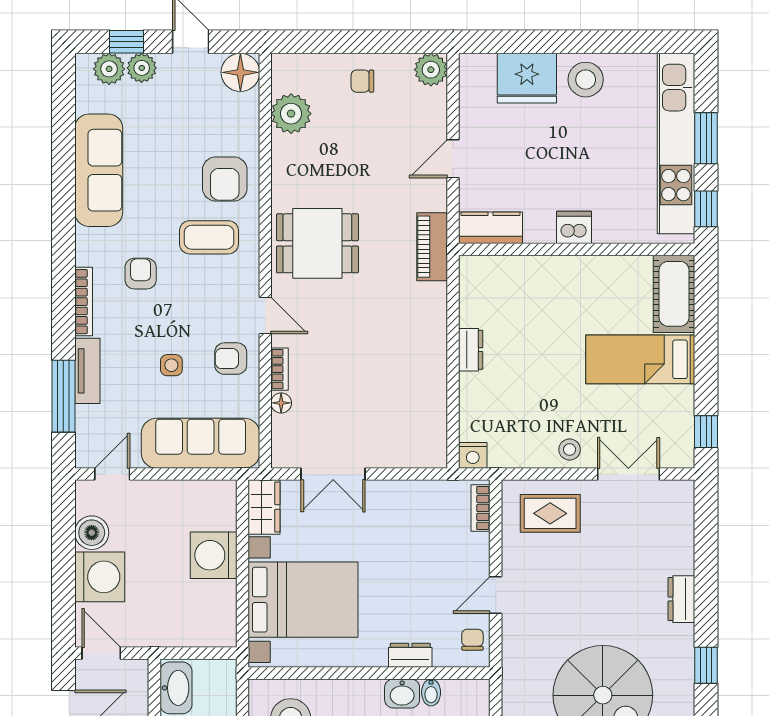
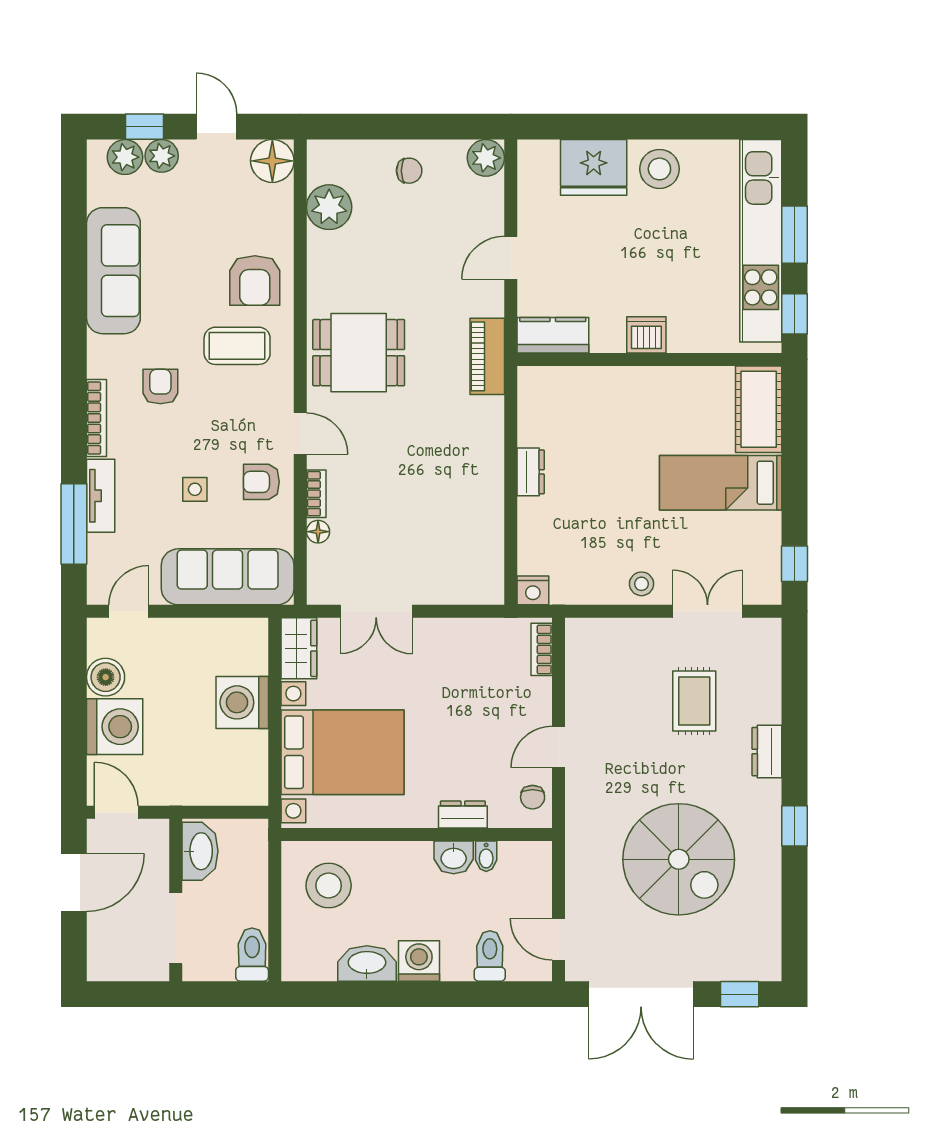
chair: (362, 81) -> (409, 171), turned 180
rug: (550, 513) -> (694, 701), moved, turned 90
chair: (472, 640) -> (533, 797), turned 180

